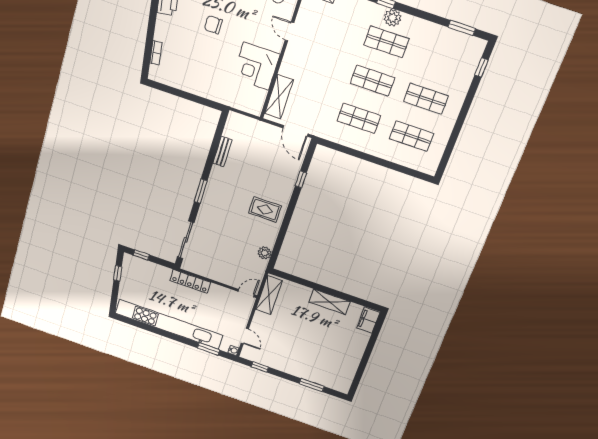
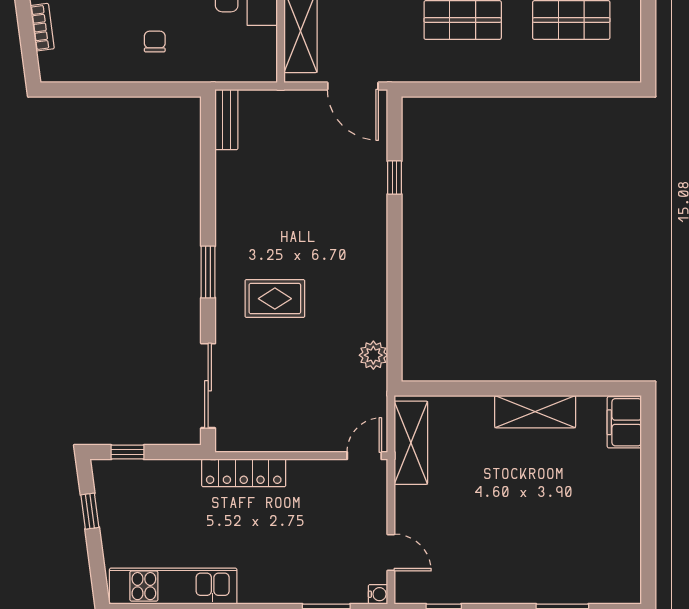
chair: (208, 78) -> (155, 42), added
bench: (222, 151) -> (226, 119), moved
rug: (265, 209) -> (275, 299), moved
kitchen unit: (169, 324) -> (173, 586), width x0.54

